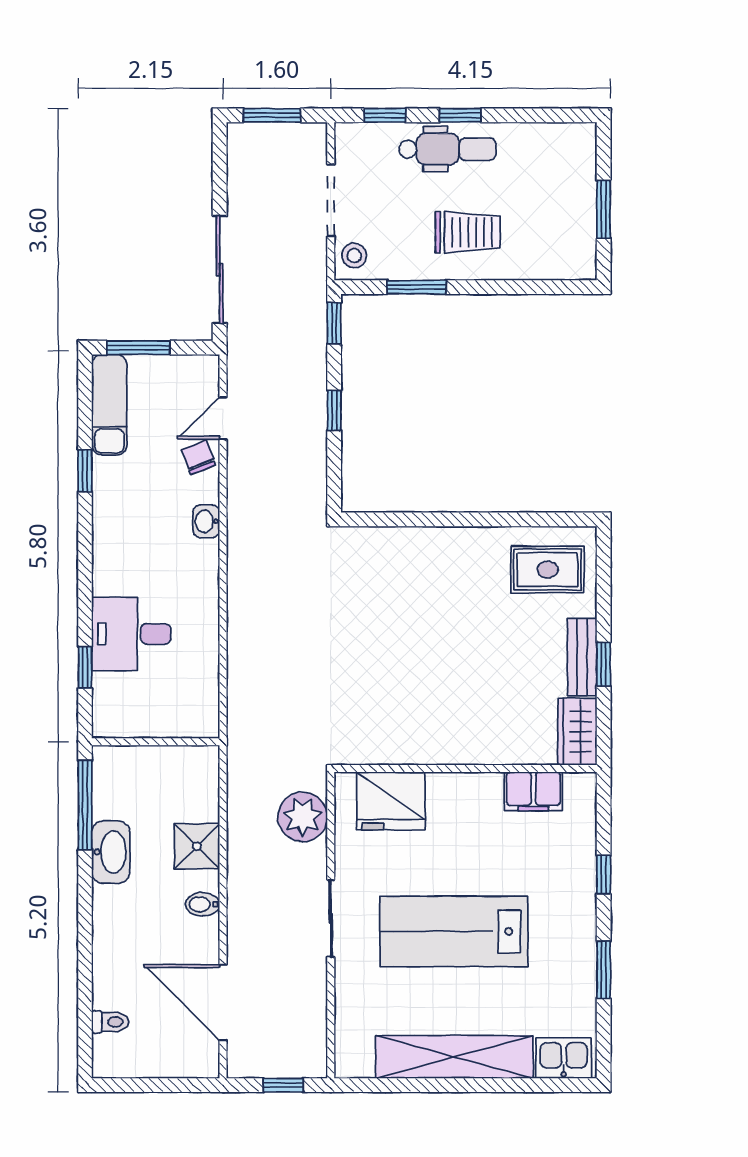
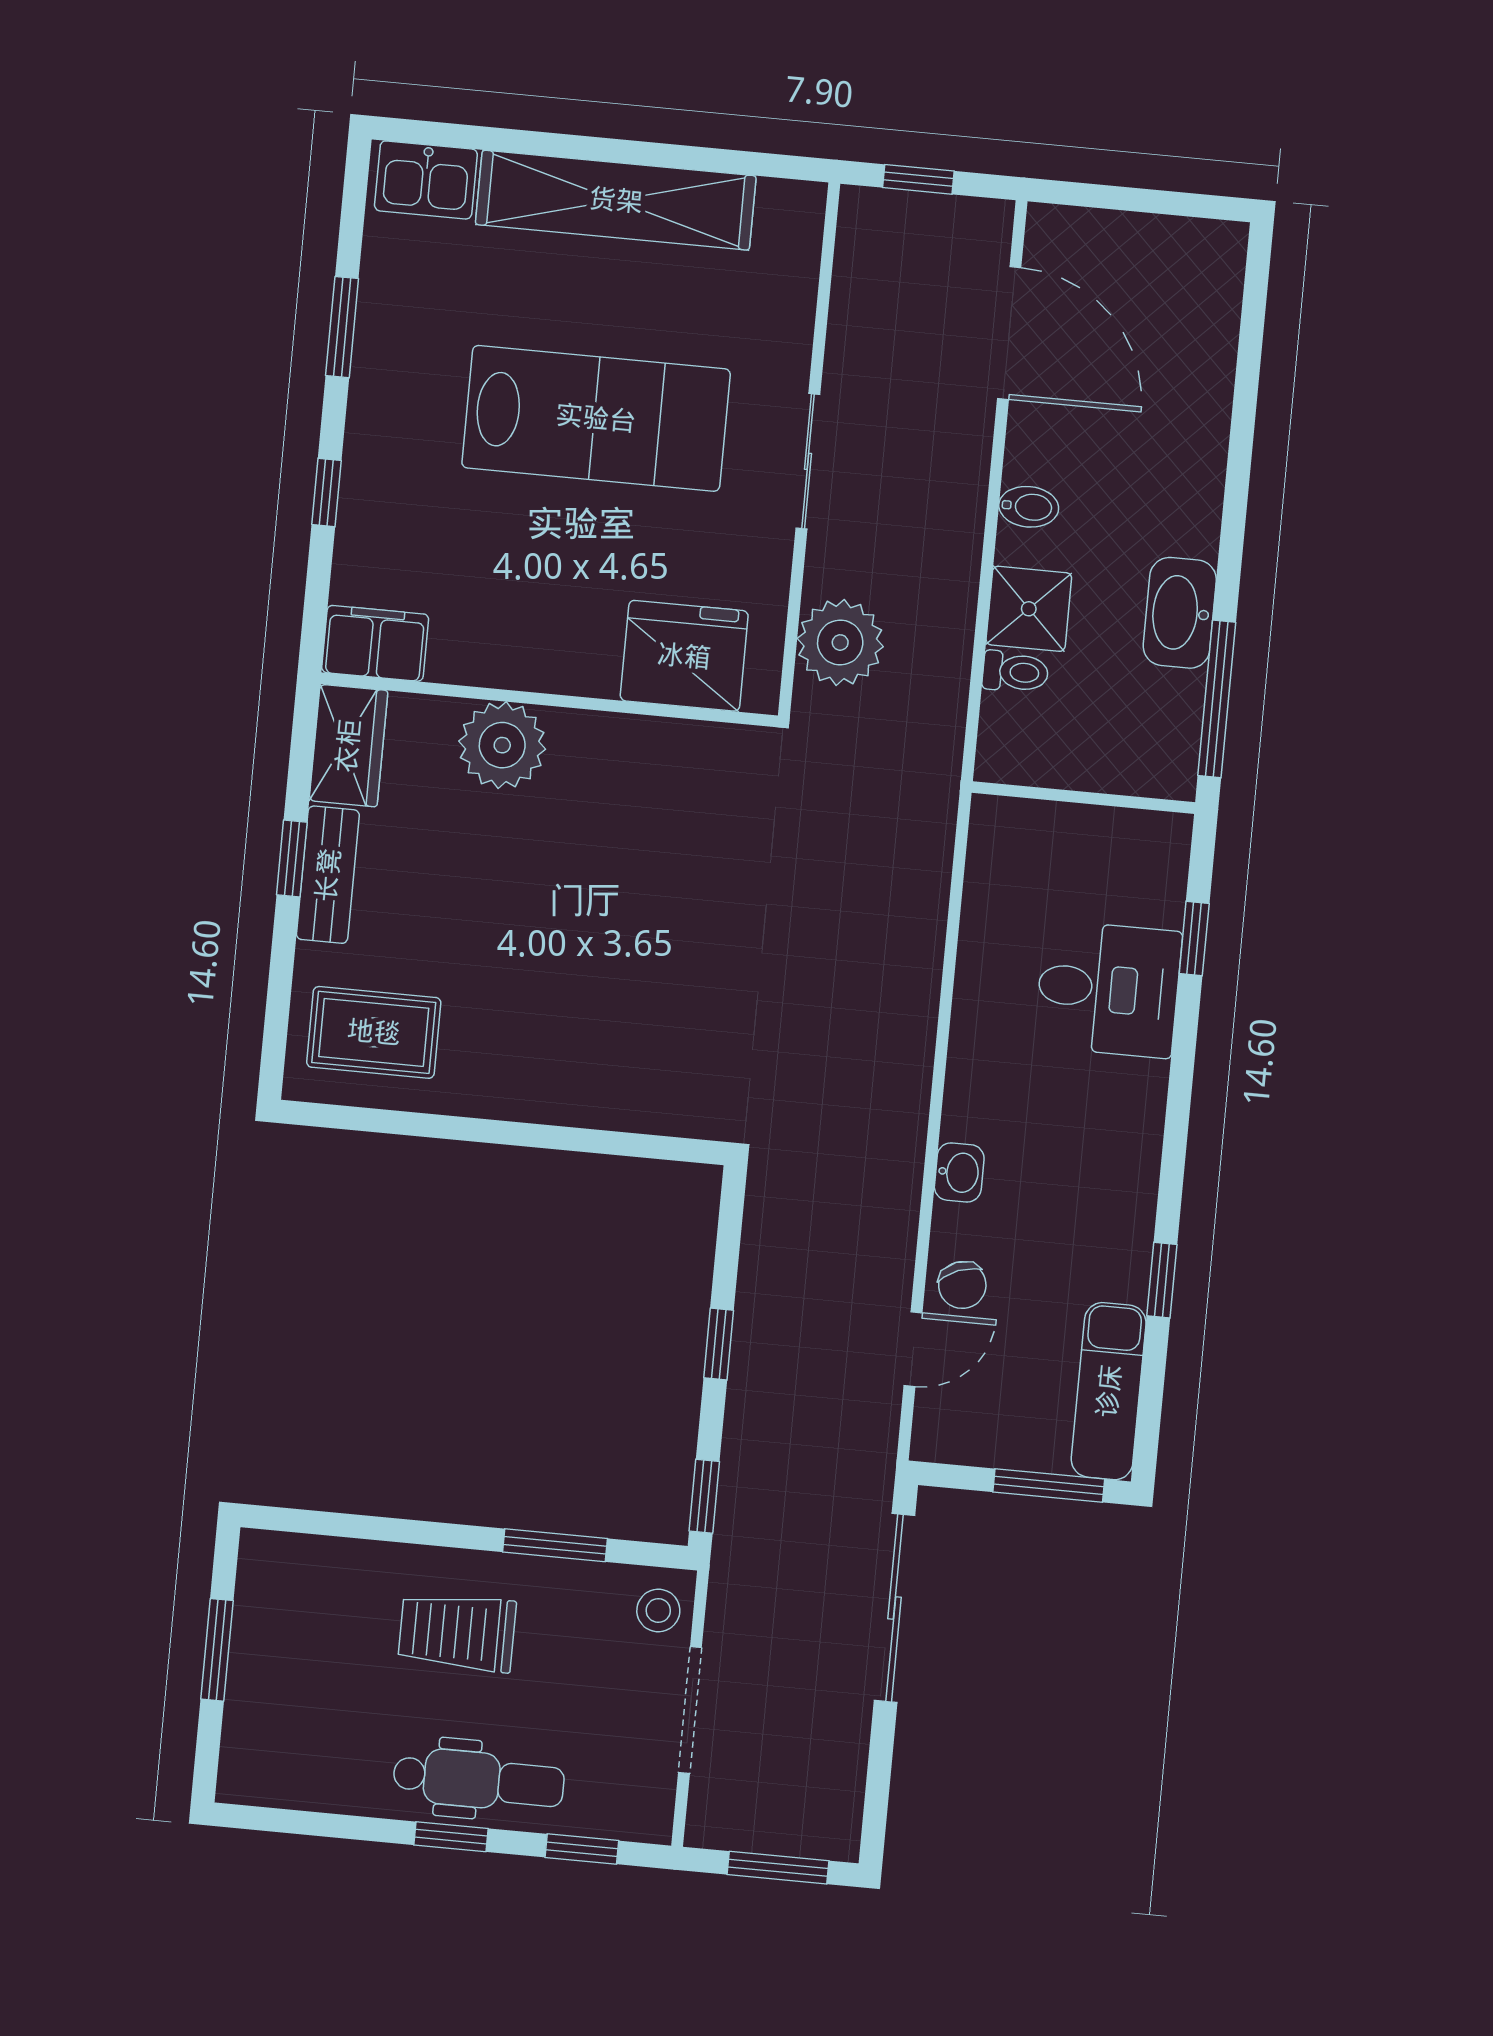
dental chair: (447, 149) -> (479, 1780), turned 180
plant: (490, 740) -> (502, 745), added
filing cabinet: (533, 791) -> (375, 643), moved
toilet: (110, 1022) -> (1015, 672), moved, turned 180

